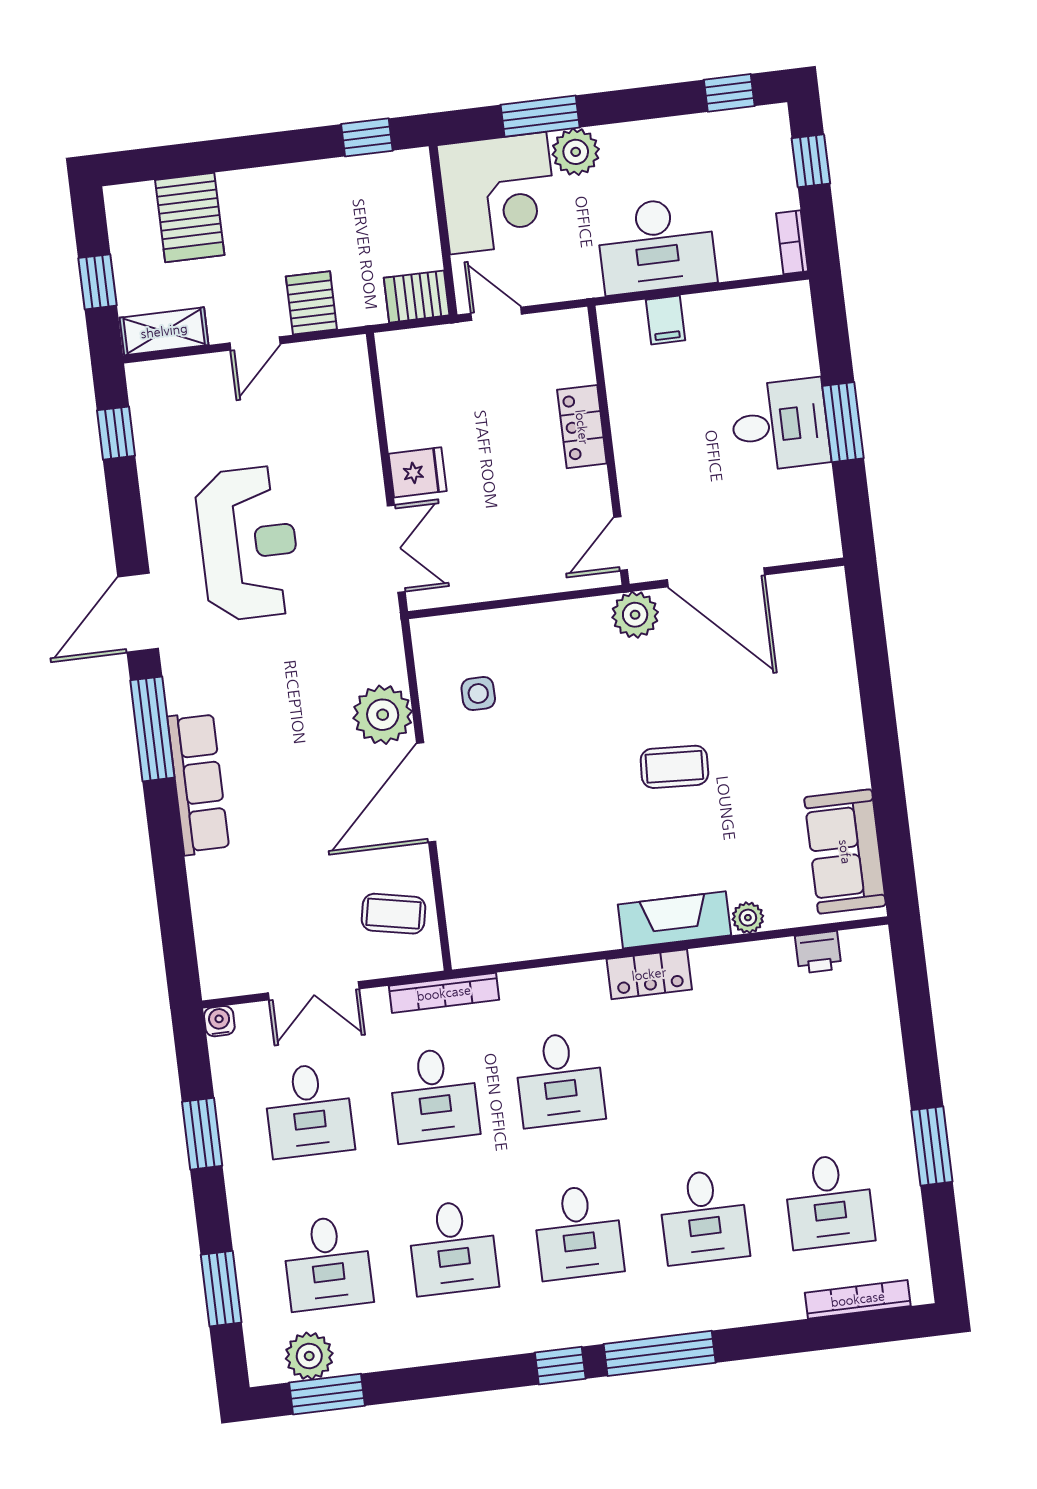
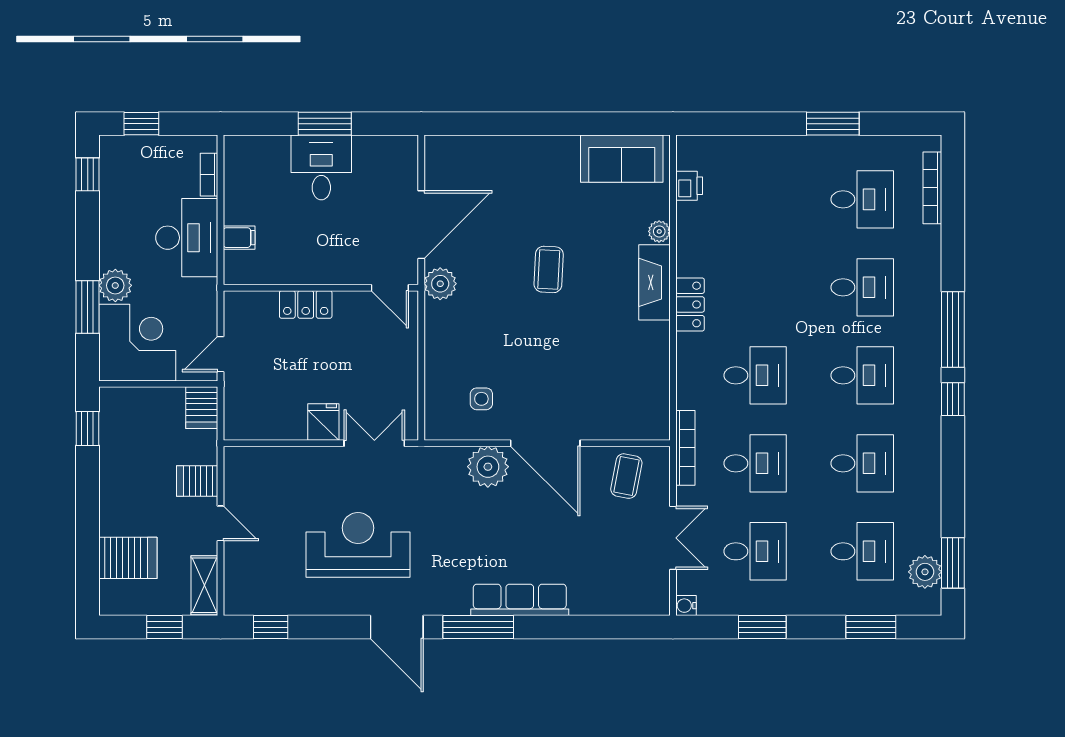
bookcase: (792, 242) -> (209, 175), moved, turned 90

